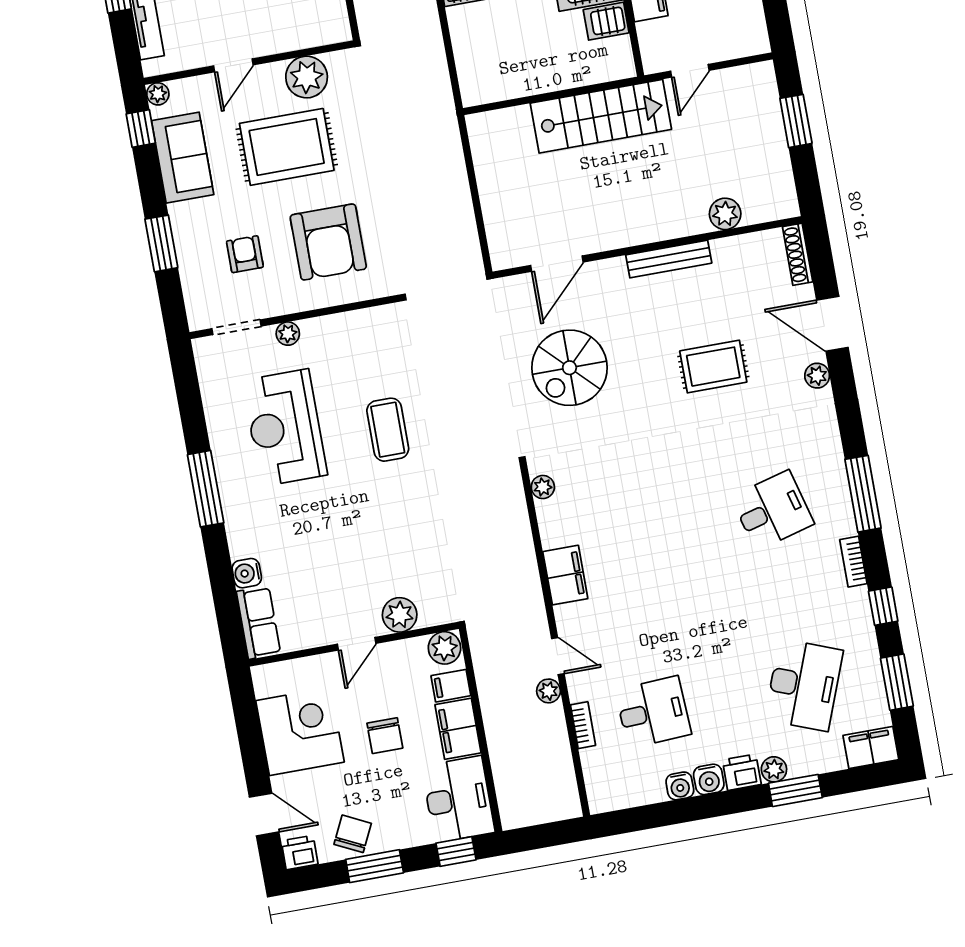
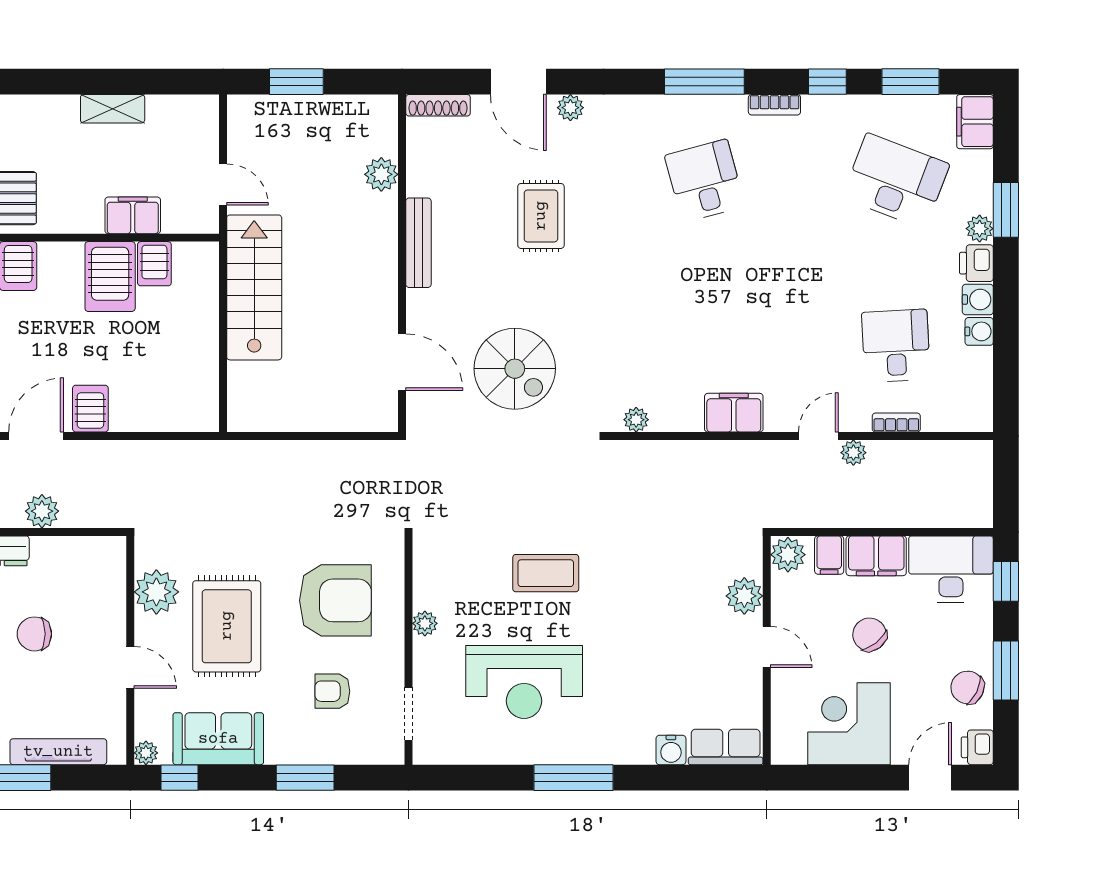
door: (832, 324) -> (518, 82), hinge flipped
plant: (288, 334) -> (425, 623), moved
chair: (385, 736) -> (870, 635), turned -128

